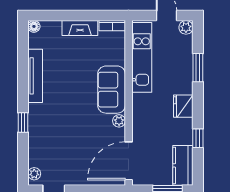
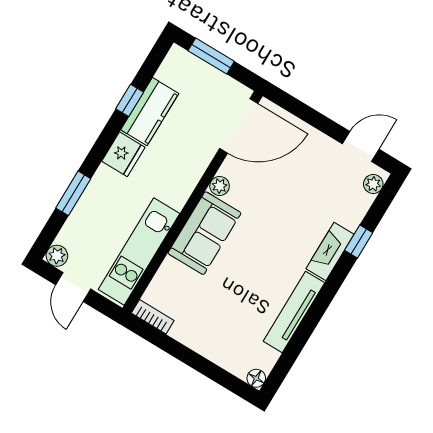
fireplace: (80, 28) -> (330, 252), moved, turned -90
window: (23, 122) -> (359, 242), moved
kitchen counter: (183, 165) -> (150, 112), moved

